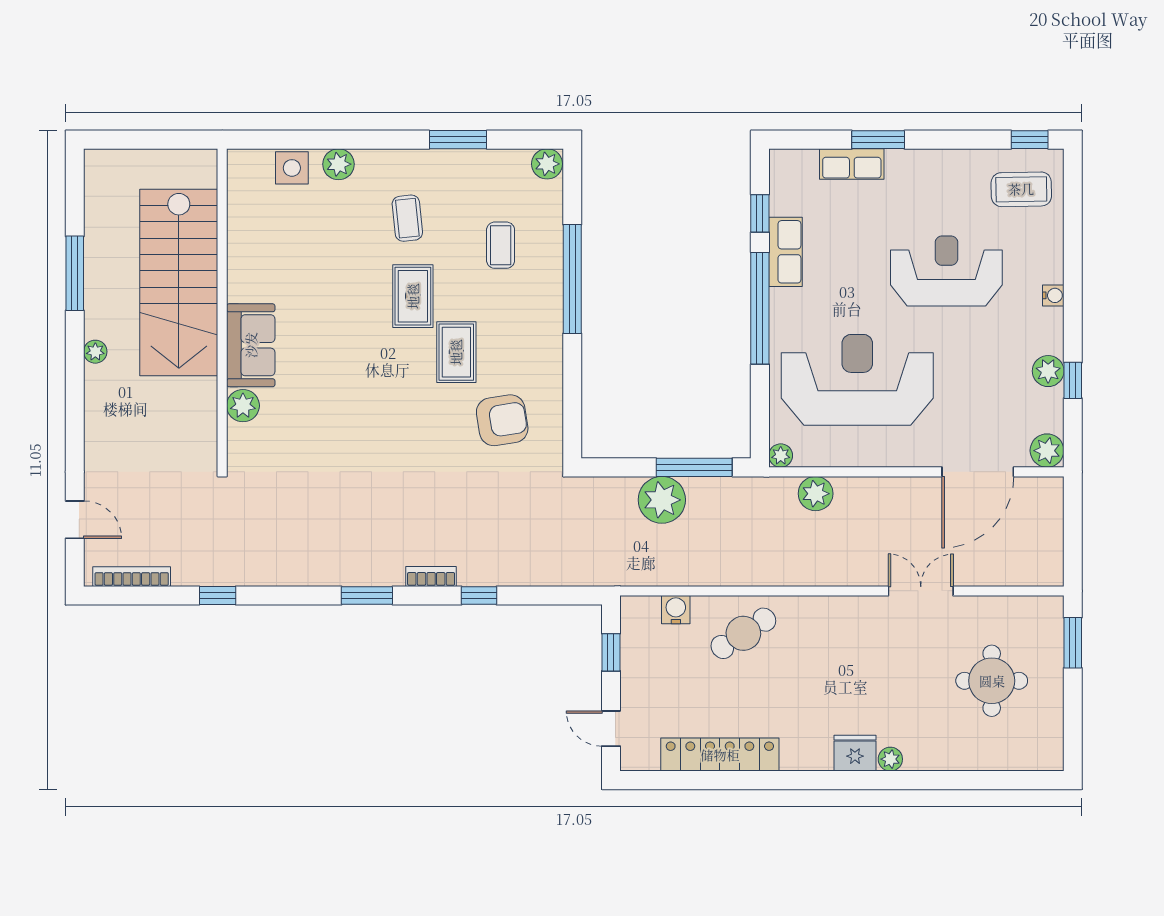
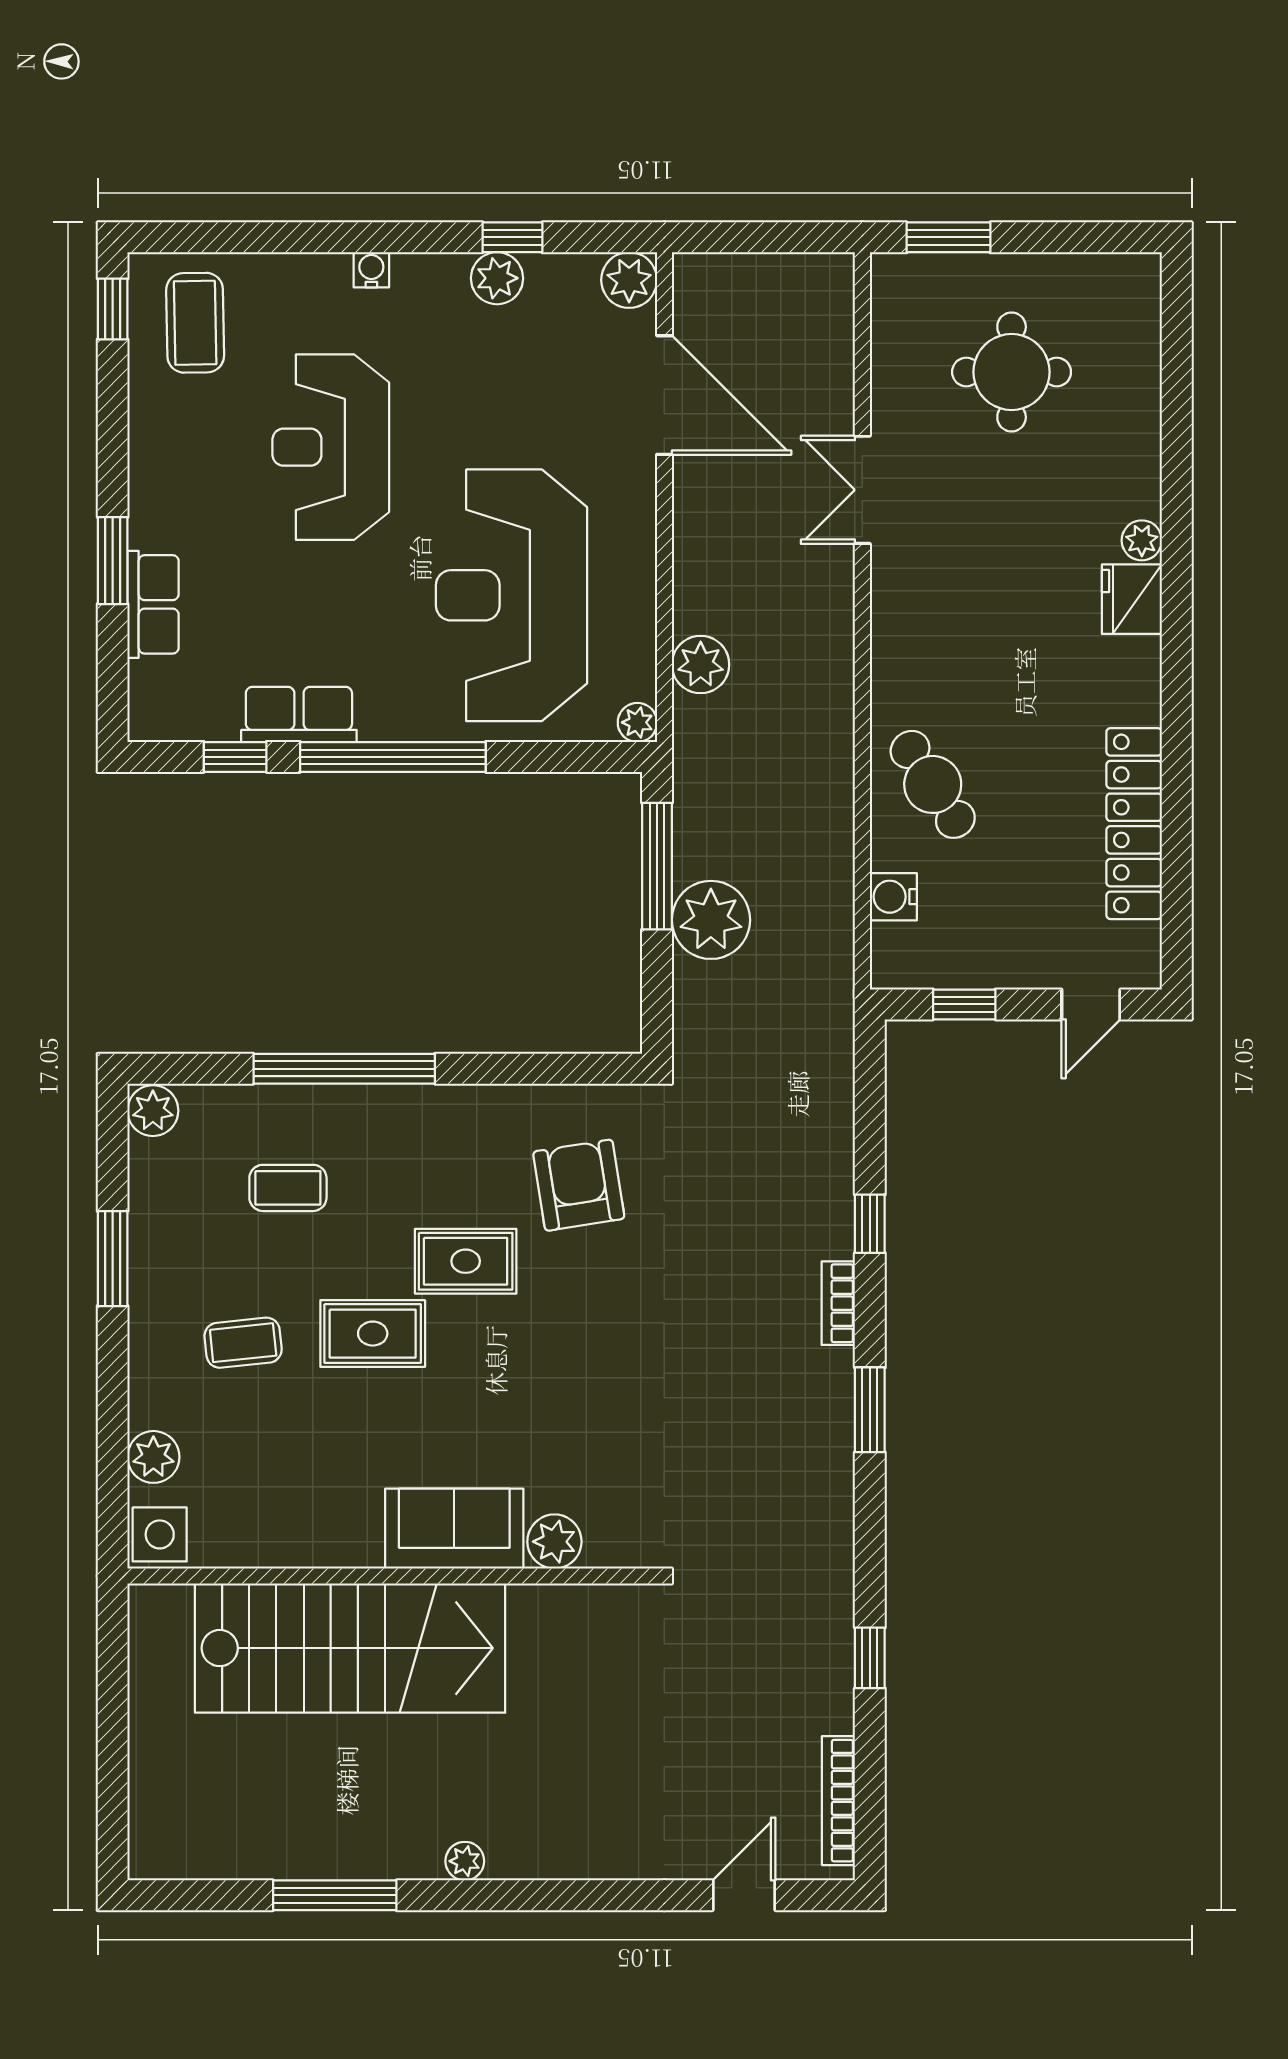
stairs: (179, 283) -> (350, 1648), moved
wall: (222, 308) -> (392, 1576), moved
sofa: (251, 345) -> (454, 1529), moved
plant: (243, 406) -> (554, 1542), moved

